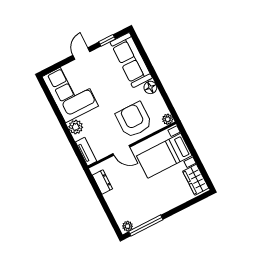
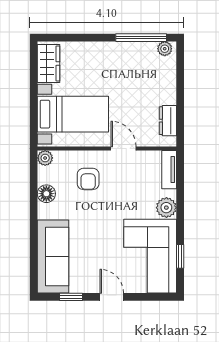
door: (81, 53) -> (112, 297), swing flipped
floor lamp: (150, 87) -> (46, 194), moved
window: (51, 101) -> (180, 256), added
armchair: (134, 120) -> (88, 179), width x0.53, depth x0.53

